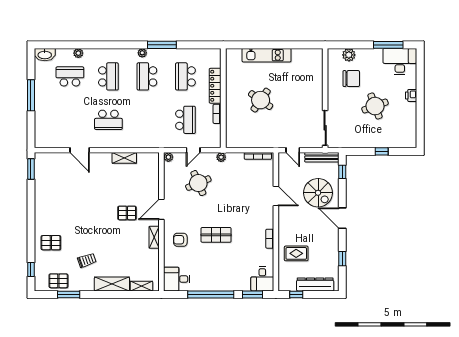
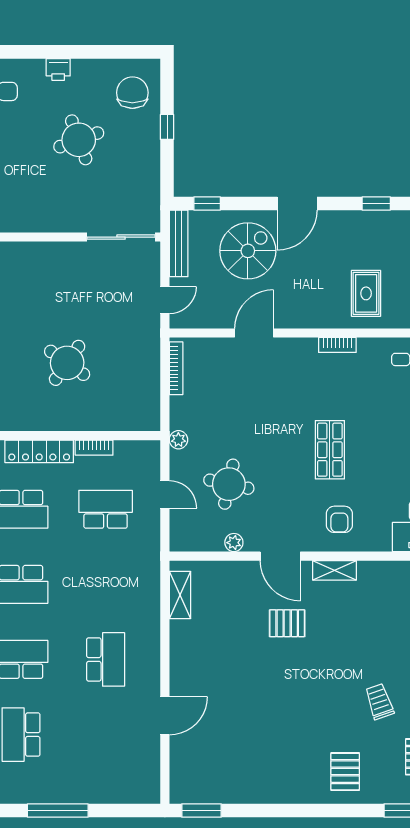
chair: (351, 79) -> (132, 93), moved
plant: (168, 157) -> (234, 543), moved
shelving: (124, 158) -> (180, 595), moved
round table: (198, 183) -> (229, 484), turned 35
pallet: (127, 213) -> (287, 623), turned 90

